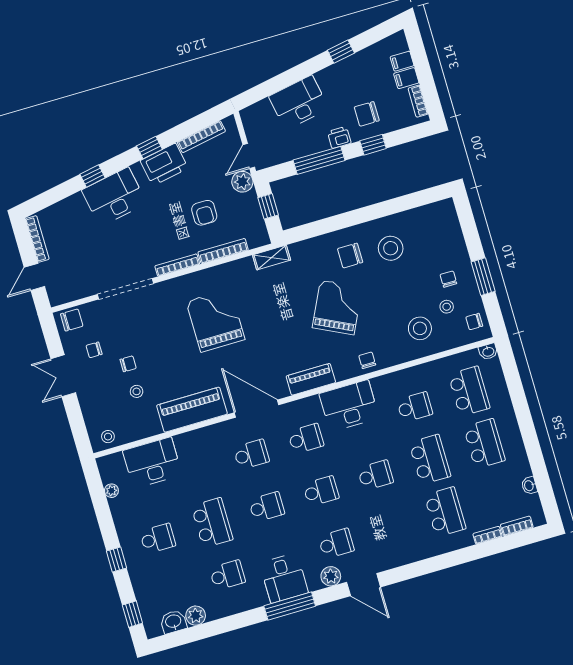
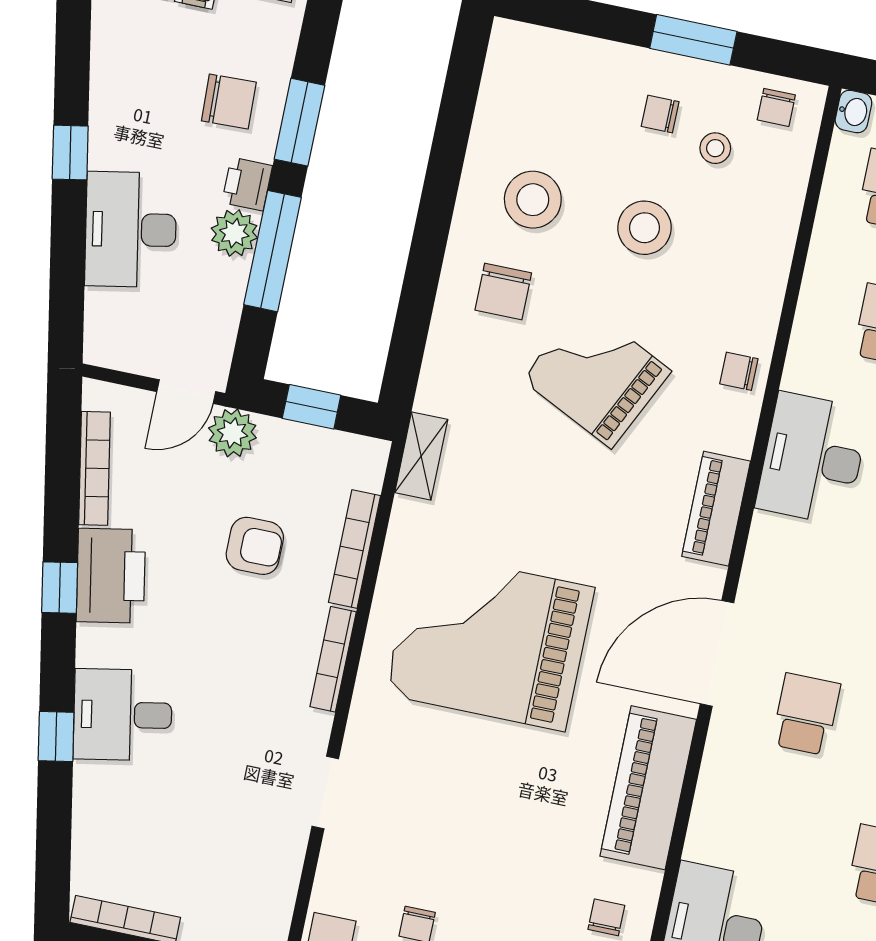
window: (341, 52) -> (70, 153), moved
chair: (367, 114) -> (229, 101), turned -92
plant: (318, 142) -> (234, 233), added
window: (373, 145) -> (299, 122), width x1.50
door: (249, 156) -> (186, 392), hinge flipped
desk: (114, 197) -> (123, 715), width x0.73
doorway: (125, 289) -> (325, 792), width x0.53
grand piano: (216, 320) -> (490, 641), width x1.37, depth x1.48
stool: (420, 328) -> (644, 228), moved
chair: (128, 364) -> (606, 917), moved
stool: (137, 391) -> (550, 882), removed
school desk: (306, 439) -> (833, 584), removed

